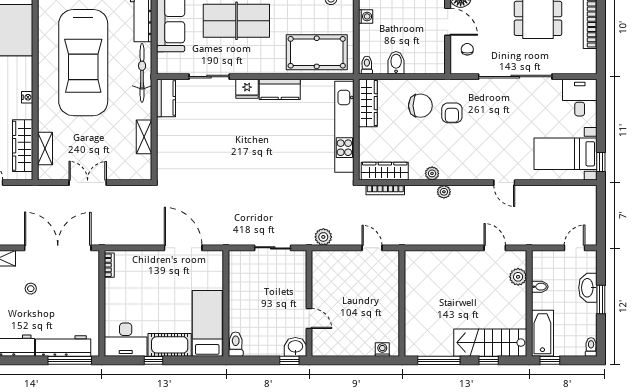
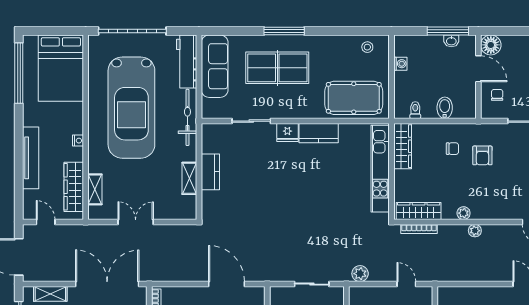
bidet: (396, 63) -> (445, 108), moved
toilet: (367, 65) -> (415, 110), moved
kitchen counter: (166, 98) -> (210, 172), moved
chair: (420, 106) -> (452, 149), width x0.54, depth x0.54

